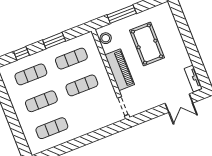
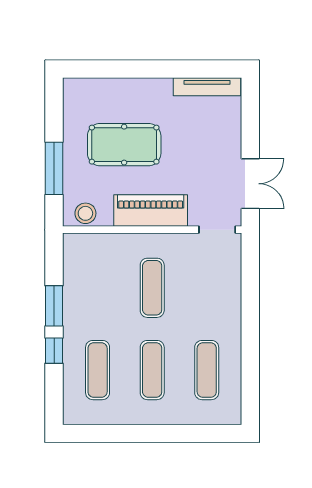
window: (21, 53) -> (54, 351), moved
exercise mat: (71, 59) -> (98, 288), removed
tv unit: (193, 78) -> (207, 87), width x1.41
double door: (179, 103) -> (250, 184), moved

